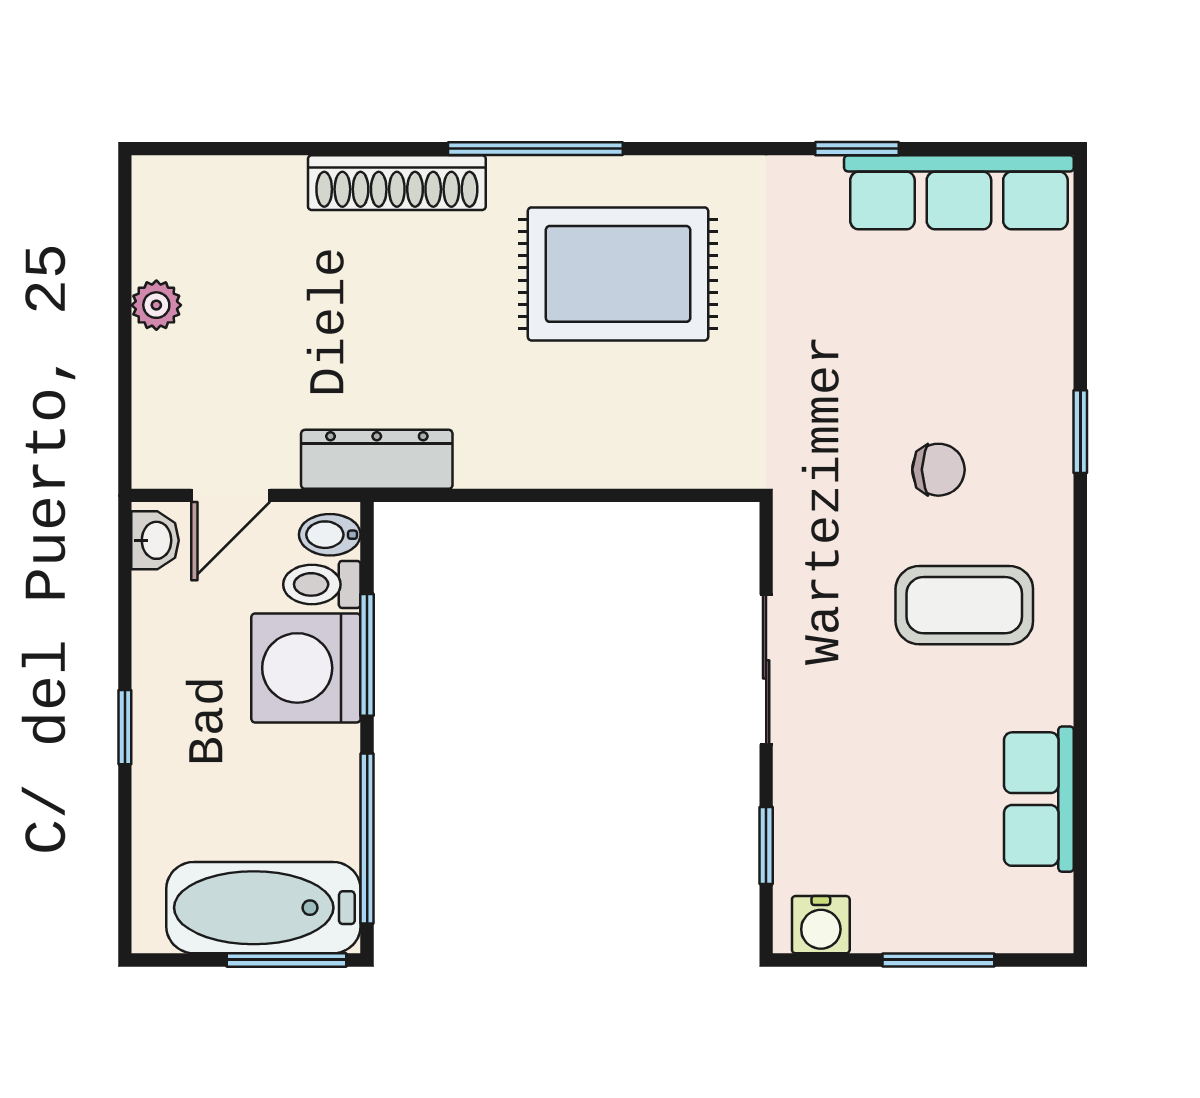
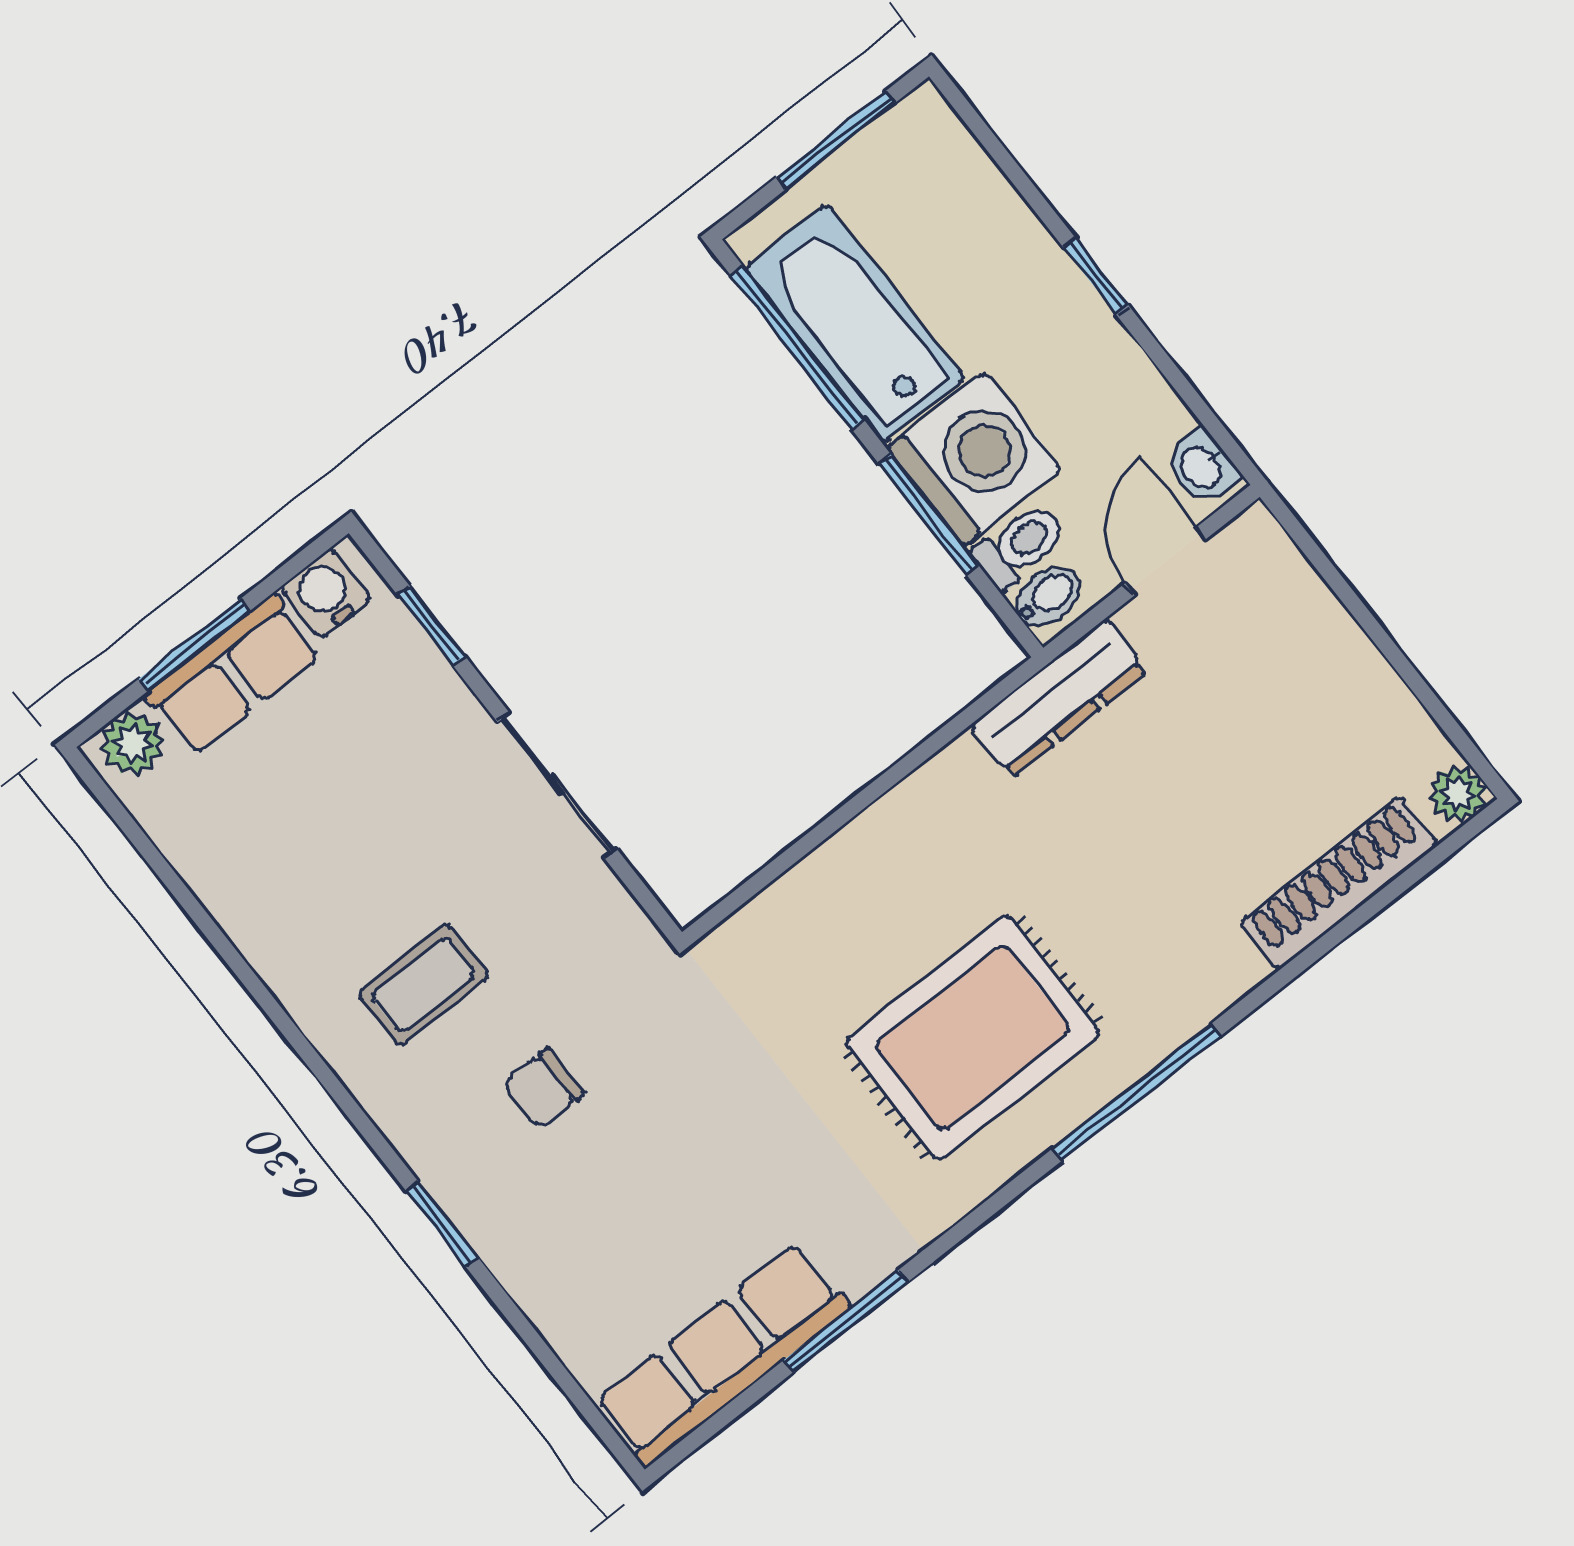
window: (857, 149) -> (846, 1321), width x1.50
shoe rack: (397, 183) -> (1339, 883), moved
plant: (156, 305) -> (1457, 794), moved
coffee table: (964, 605) -> (423, 985), width x0.73, depth x0.77
row of seats: (1039, 799) -> (233, 675), moved, turned 90
bathtub: (263, 908) -> (855, 323), moved, turned -90
plant: (1033, 926) -> (133, 744), added
window: (287, 960) -> (836, 140), moved

